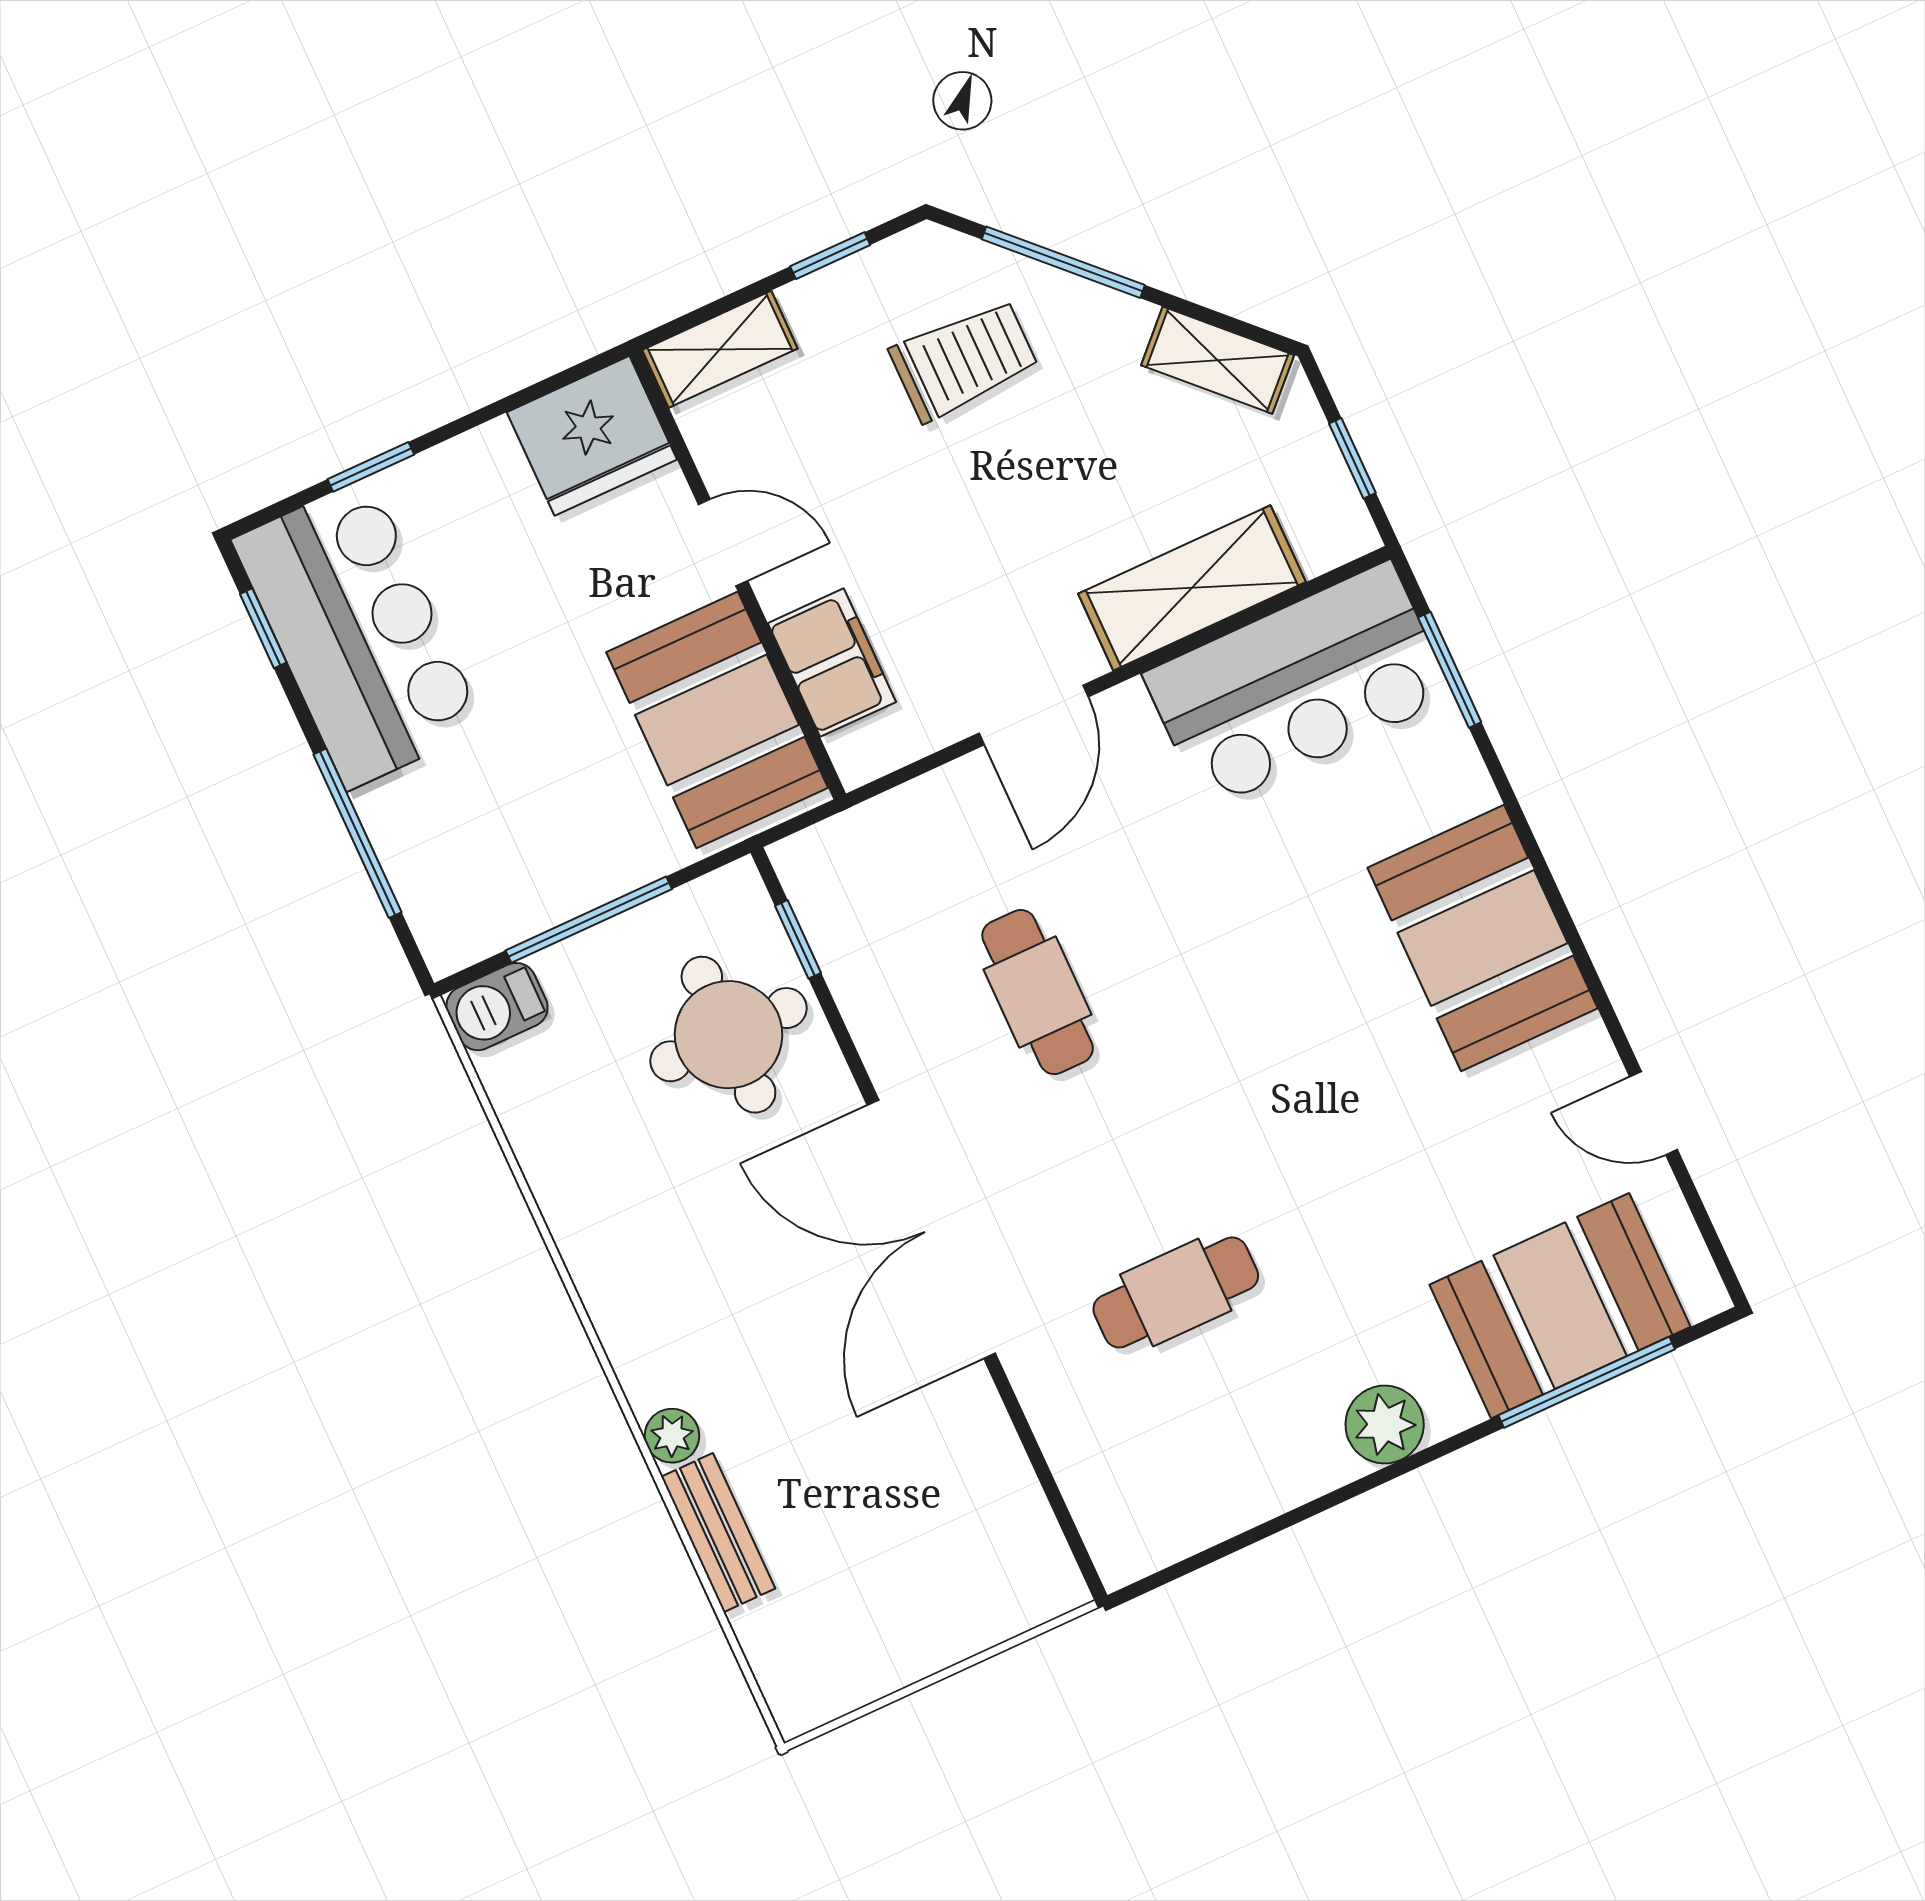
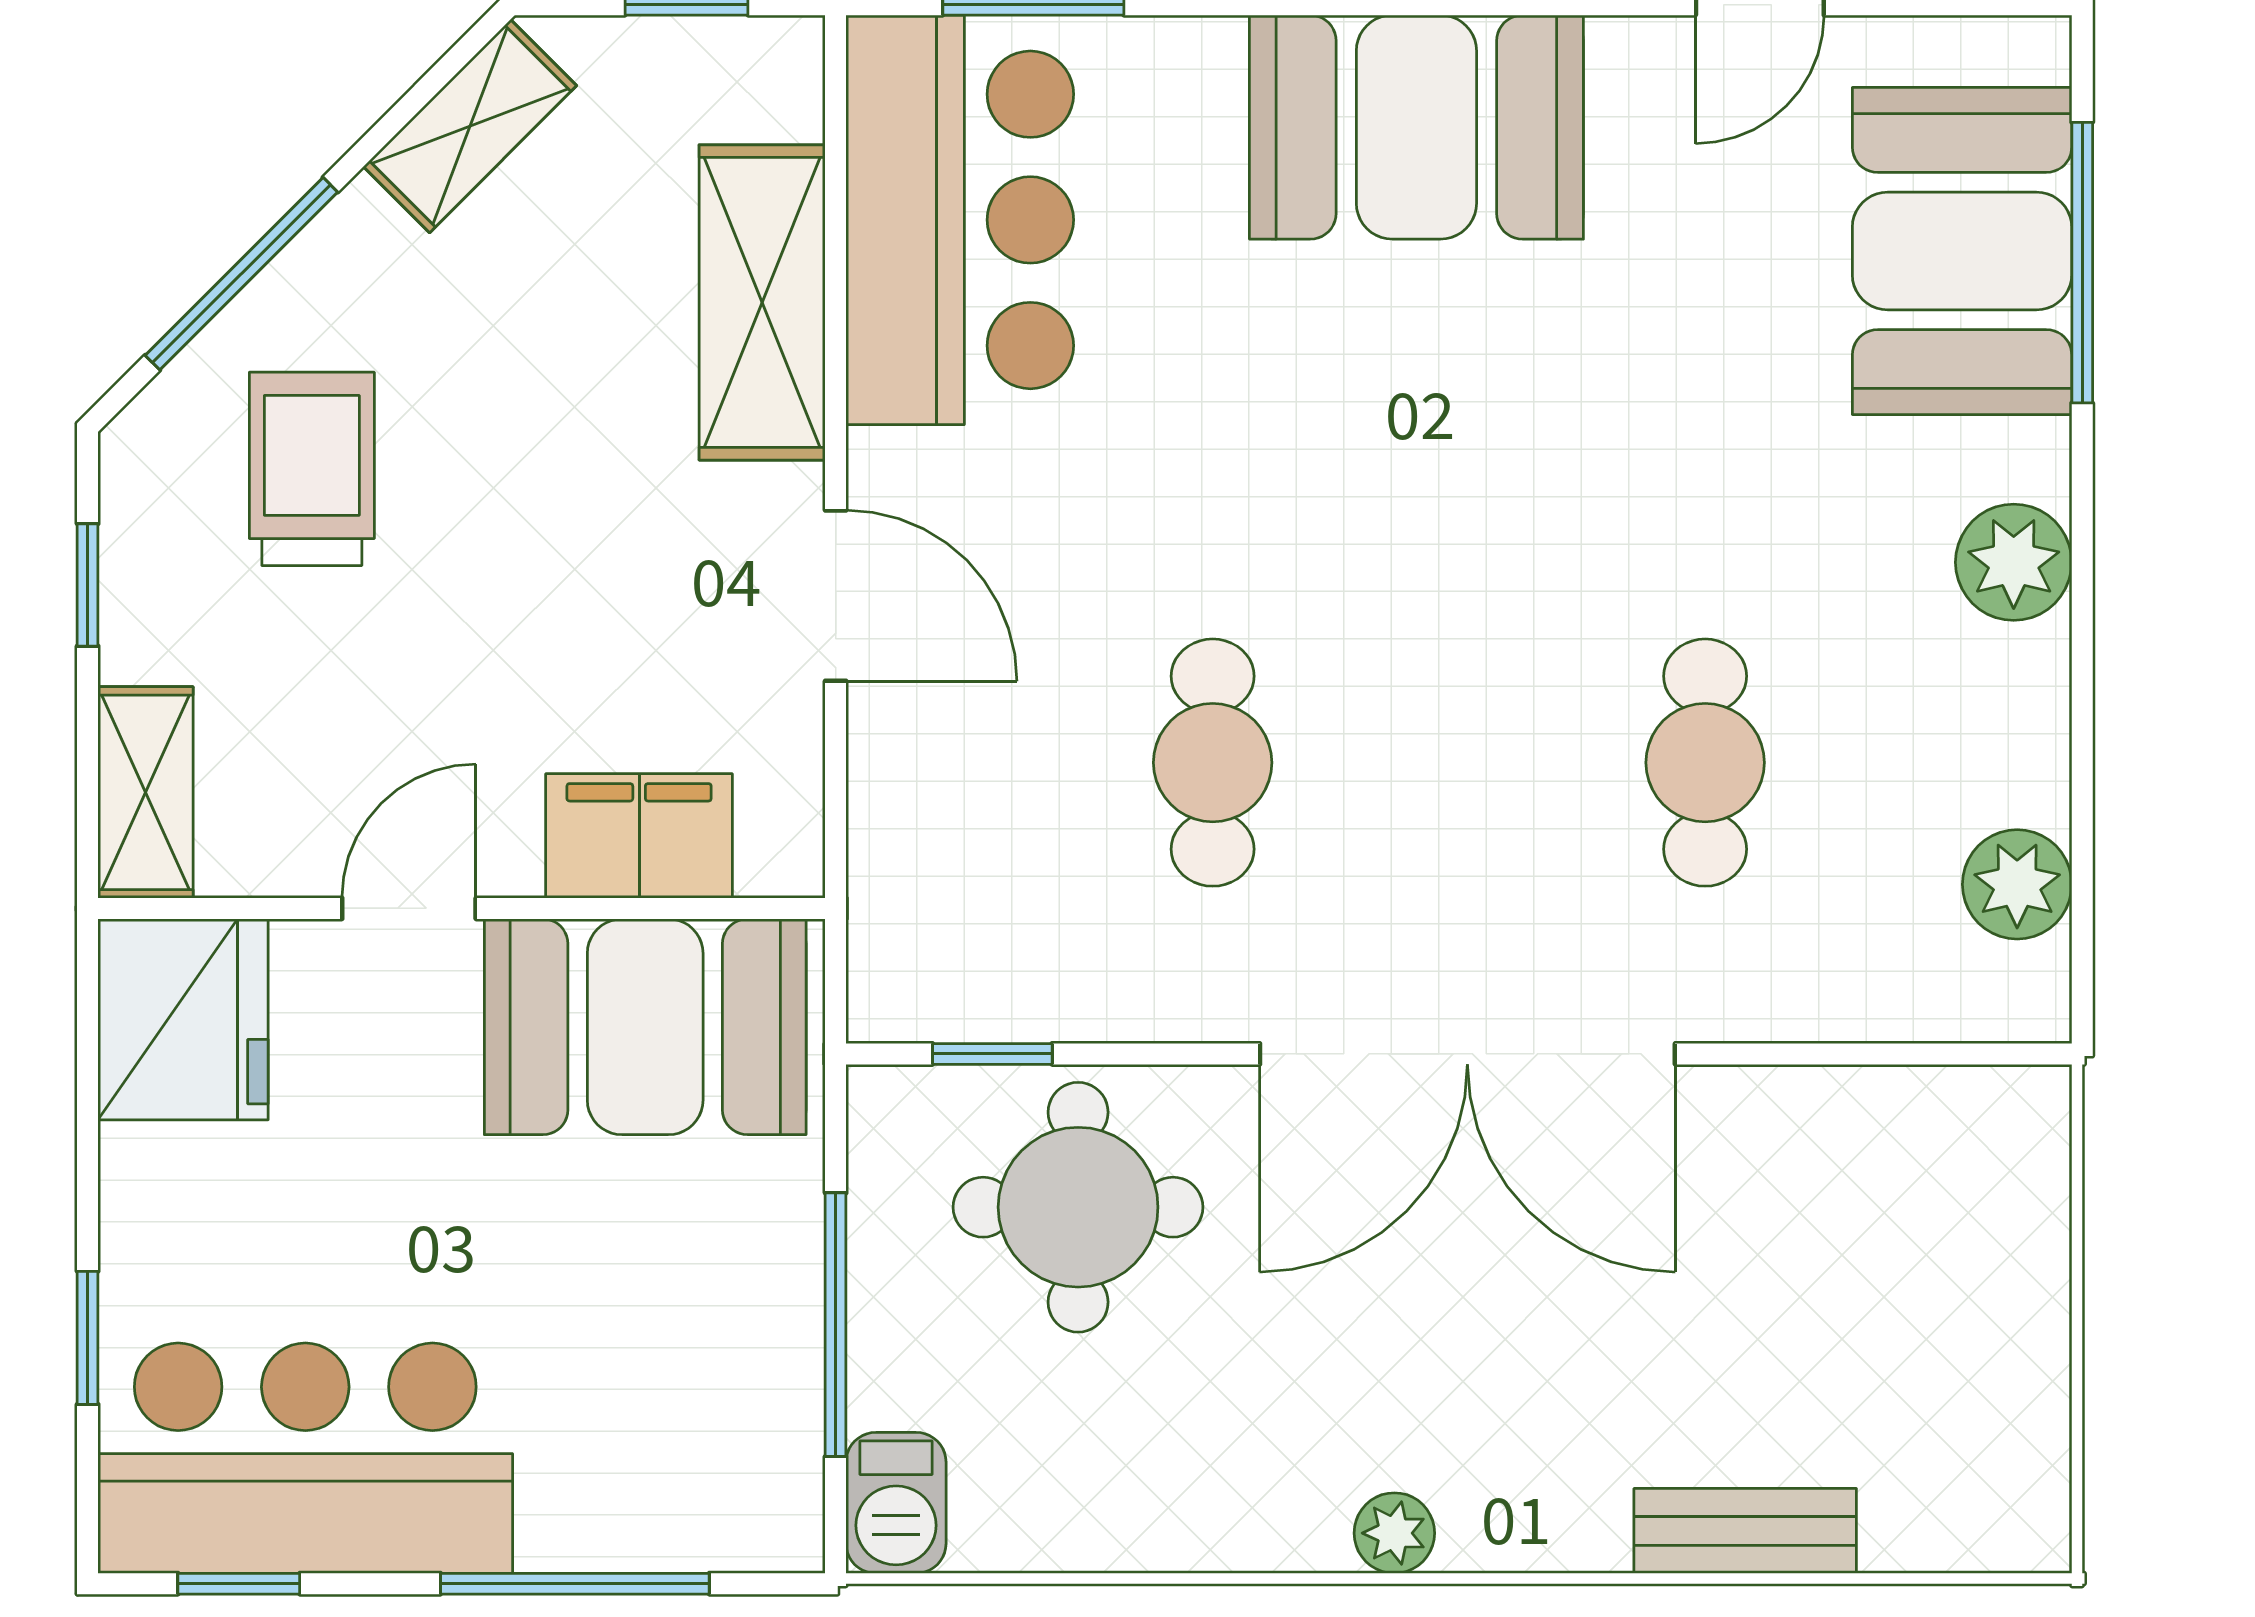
cafe table: (1038, 992) -> (1213, 763), turned 90
plant: (672, 1436) -> (1394, 1533), moved
plant: (1189, 1517) -> (2017, 884), added

